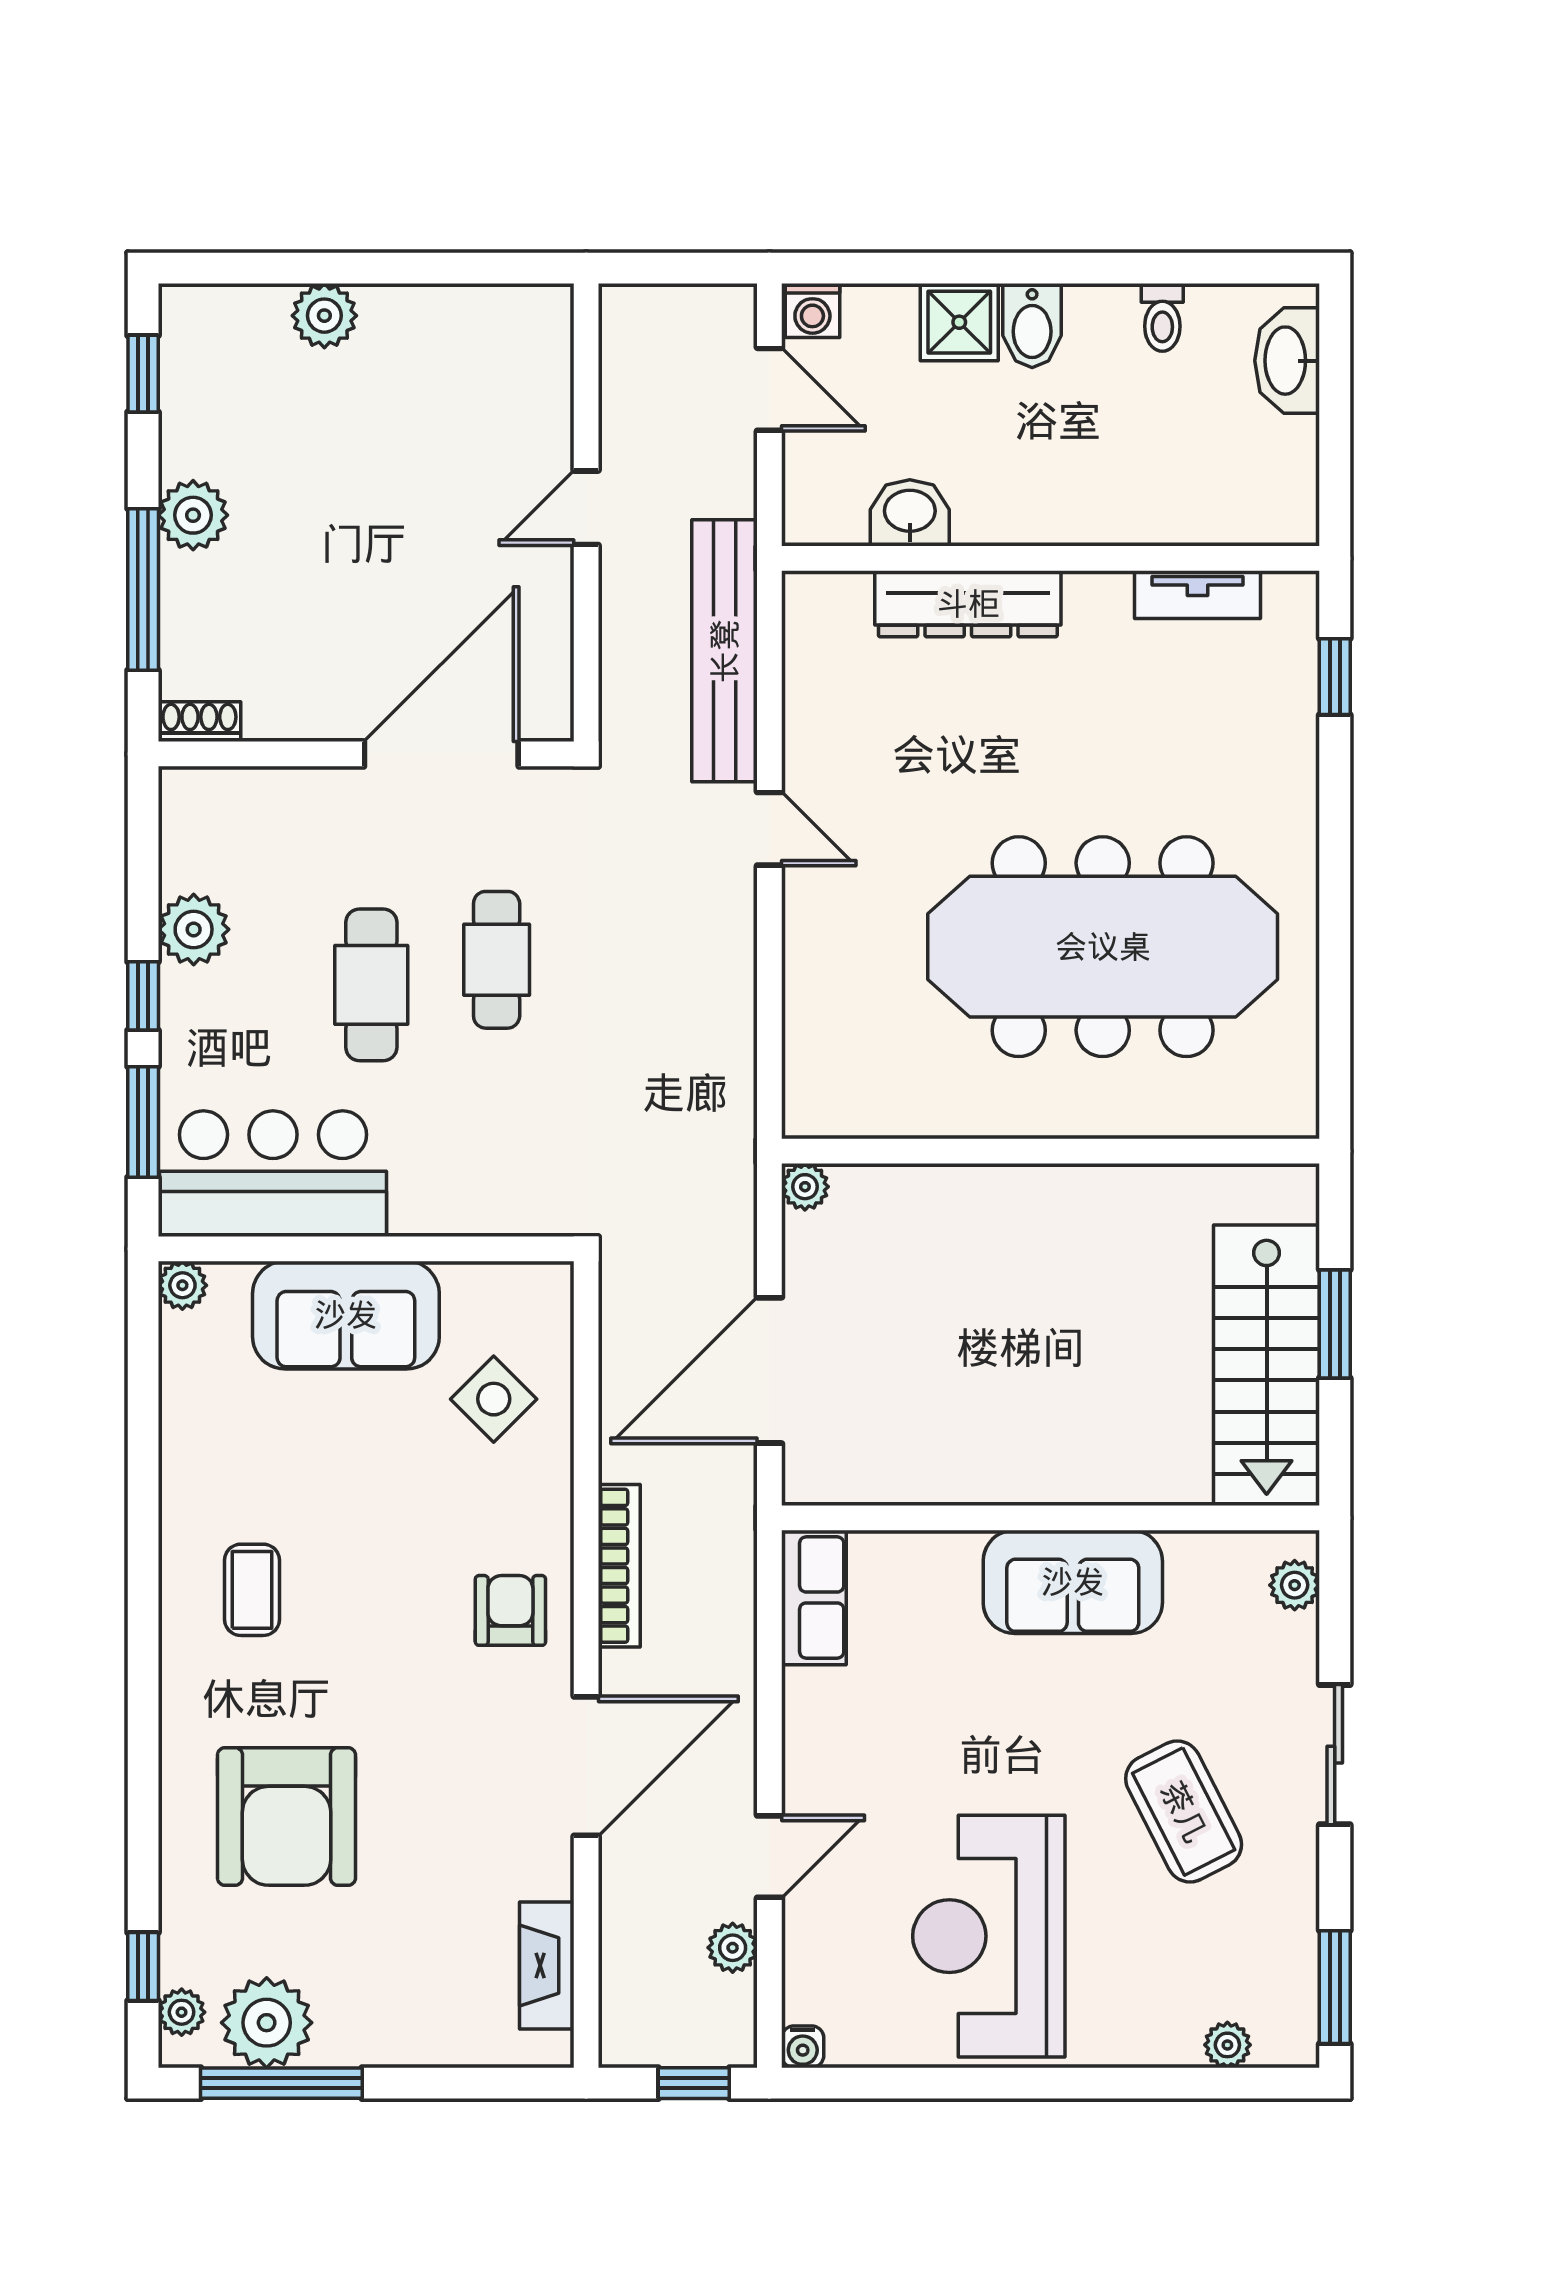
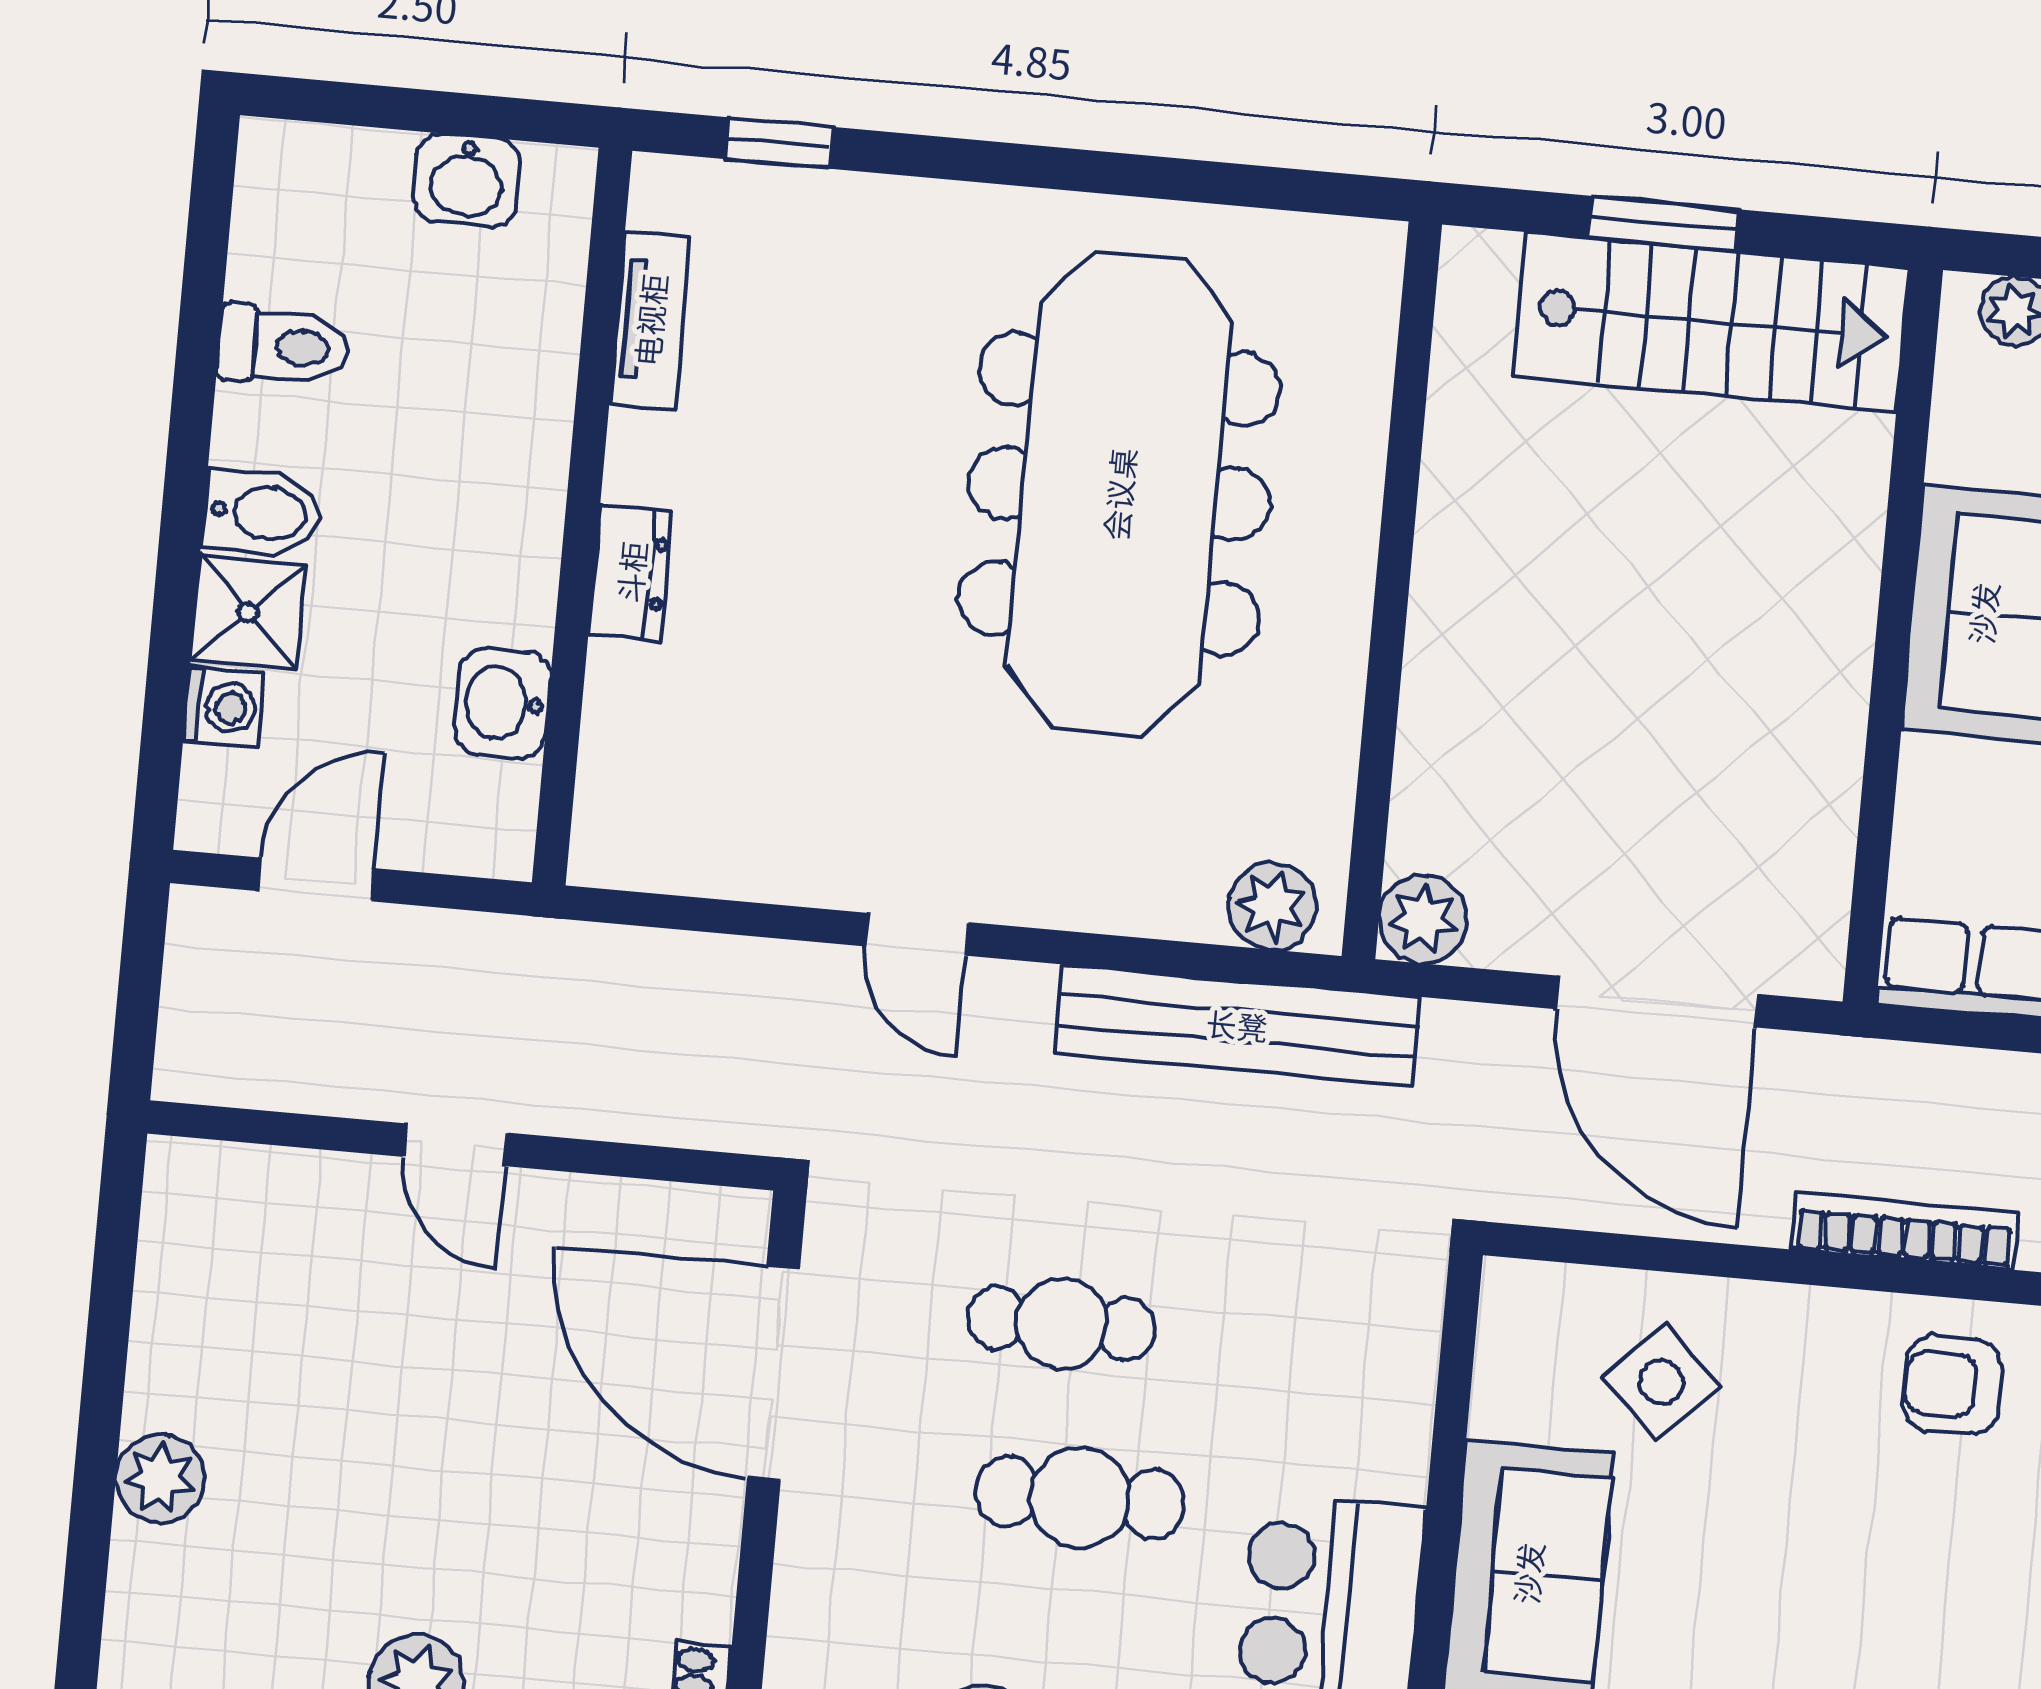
washing machine: (812, 311) -> (223, 707), moved
toilet: (1162, 317) -> (284, 346), width x1.37, depth x1.39
washbasin: (1287, 361) -> (467, 180), moved, width x0.72
dresser: (968, 604) -> (631, 572), width x0.51, depth x0.80
bench: (725, 651) -> (1237, 1025), moved
door: (769, 829) -> (916, 934), swing flipped
plant: (814, 1085) -> (1272, 906), added
plant: (805, 1187) -> (1423, 919), width x1.38, depth x1.38

